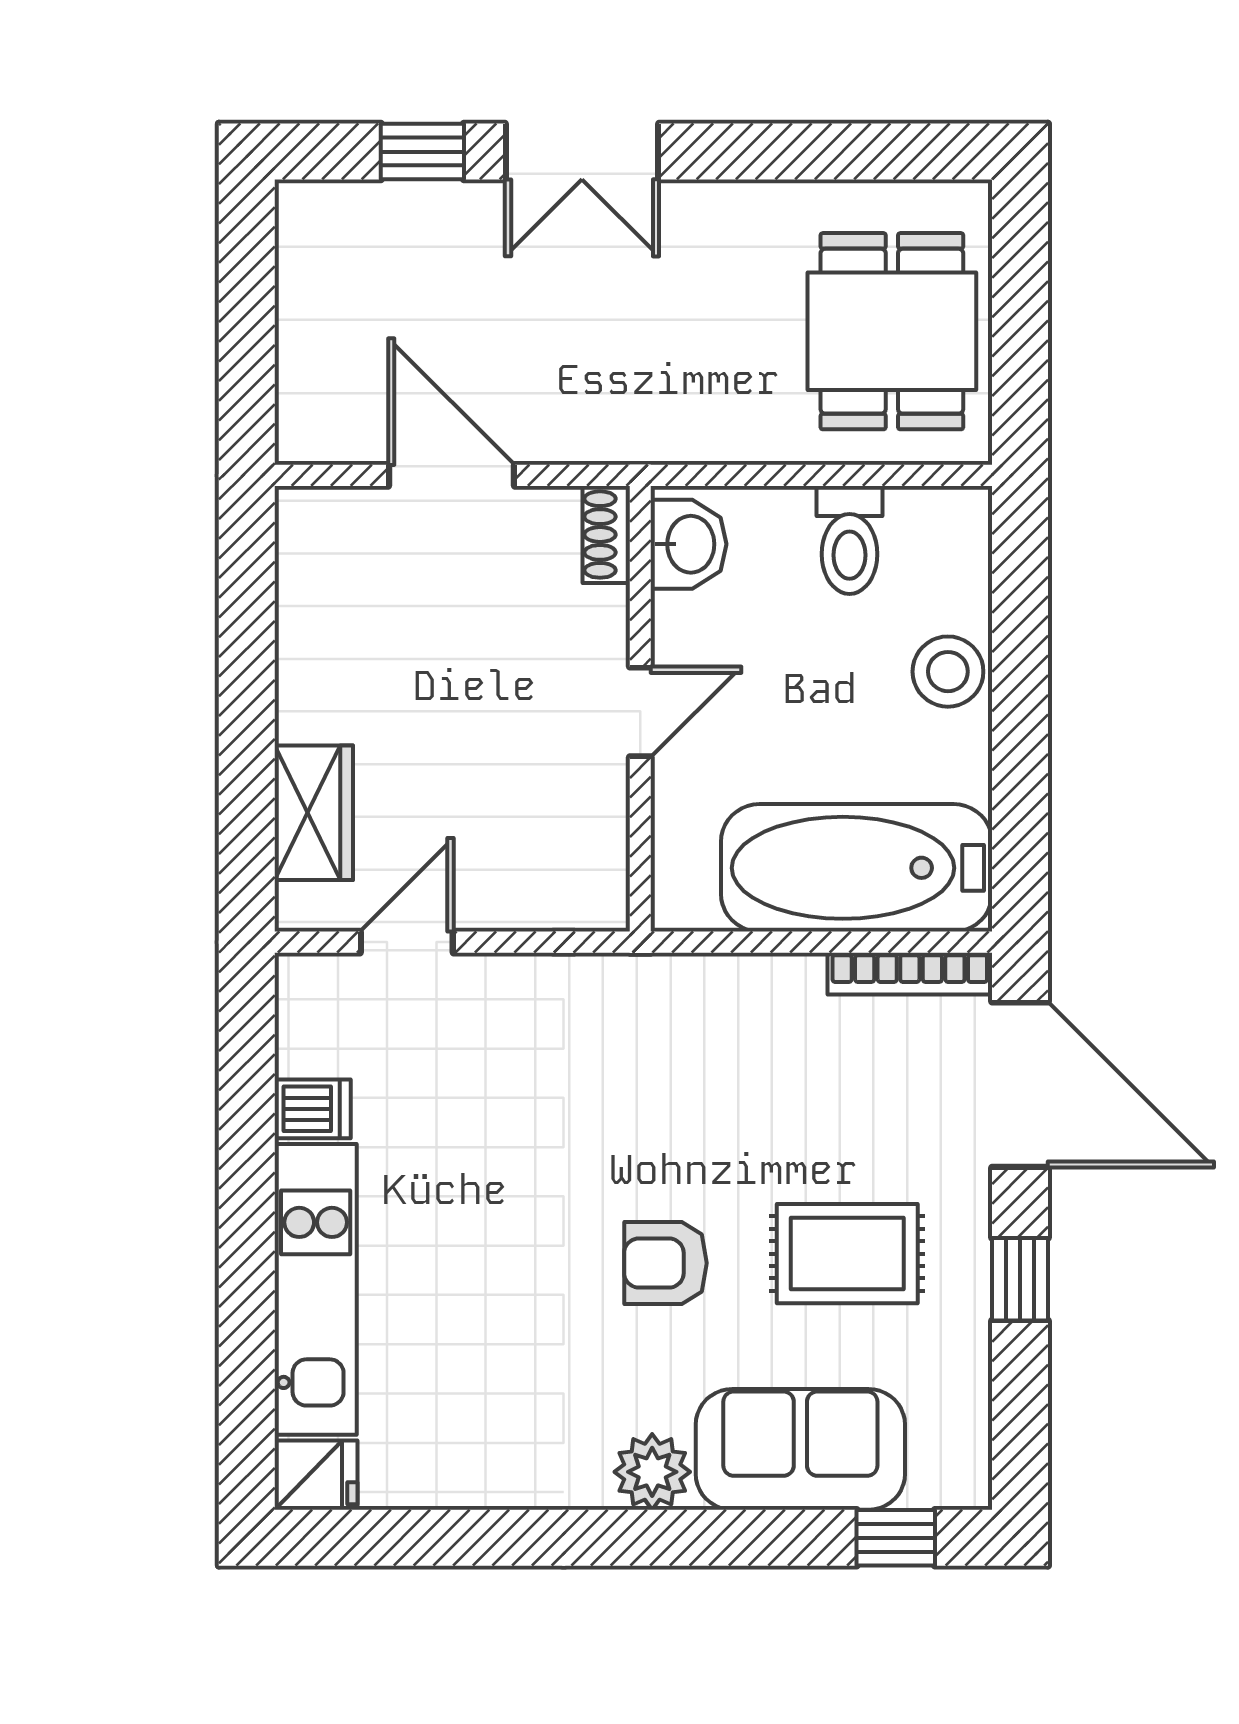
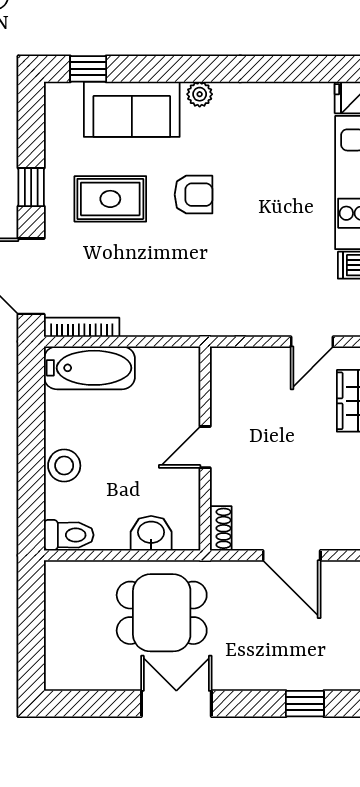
double door: (582, 152) -> (176, 704), moved
dining table: (892, 331) -> (162, 613), moved, turned 90
toilet: (849, 540) -> (69, 535), moved, turned 90
washbasin: (689, 544) -> (151, 533), moved, turned 90
bathtub: (857, 868) -> (89, 368), width x0.73, depth x0.73
plant: (652, 1472) -> (200, 94), width x0.73, depth x0.73

